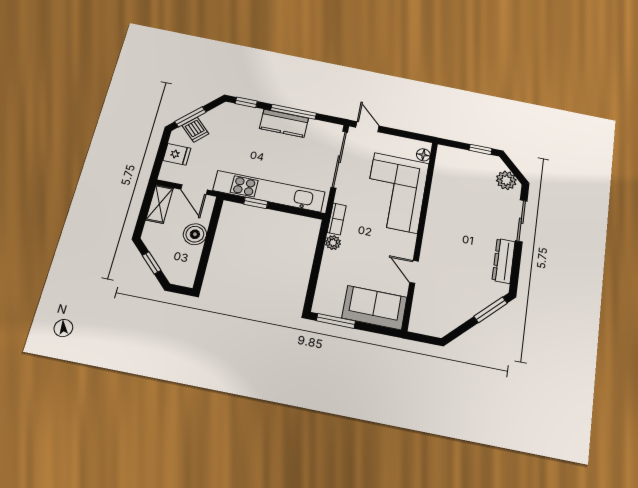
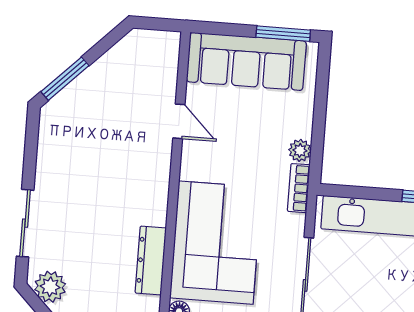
dresser: (504, 261) -> (151, 261), moved, turned 180
sofa: (374, 308) -> (246, 61), width x1.36

